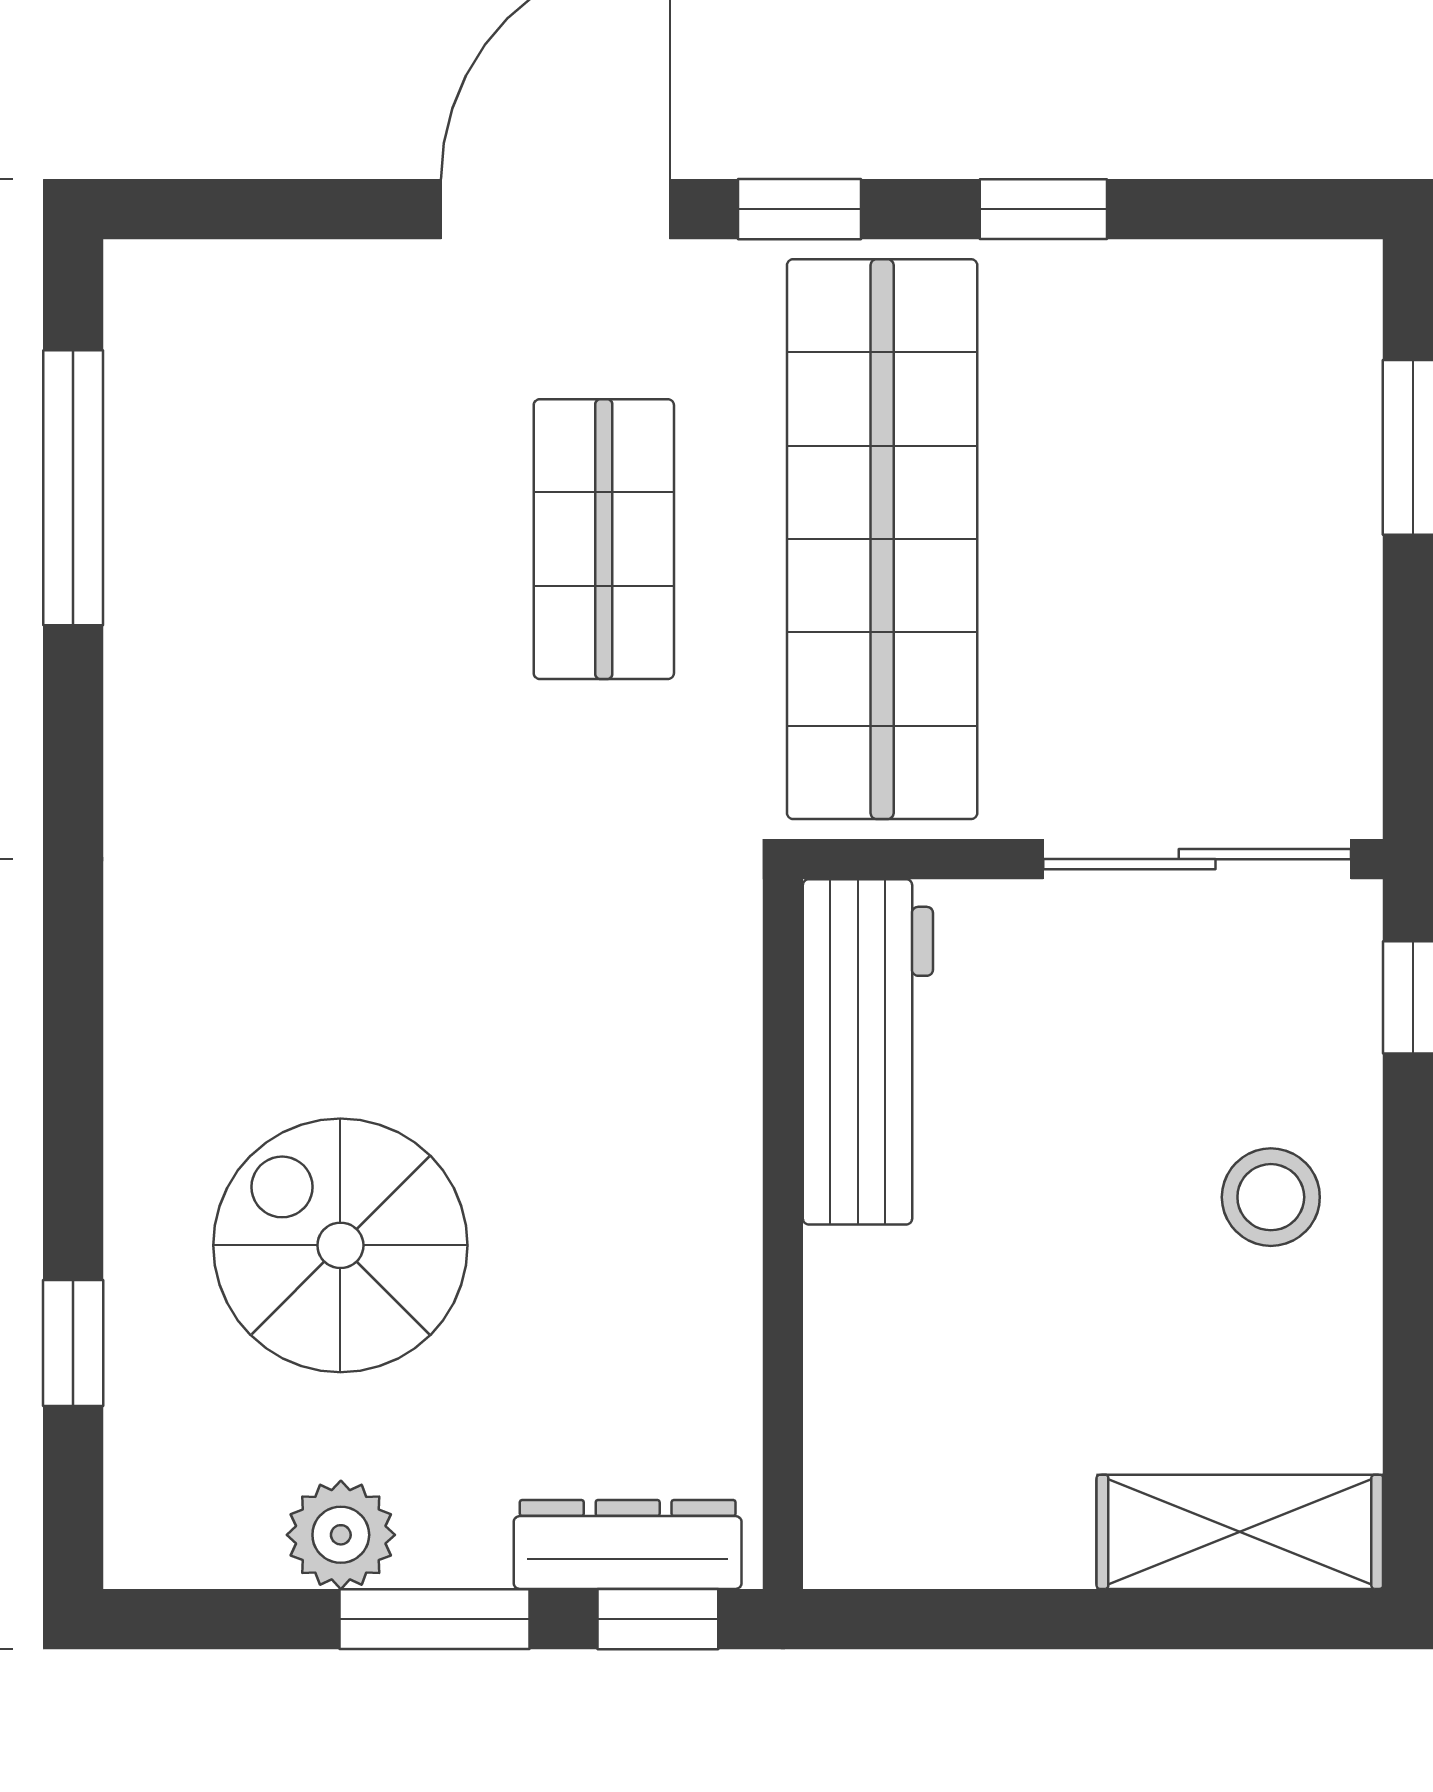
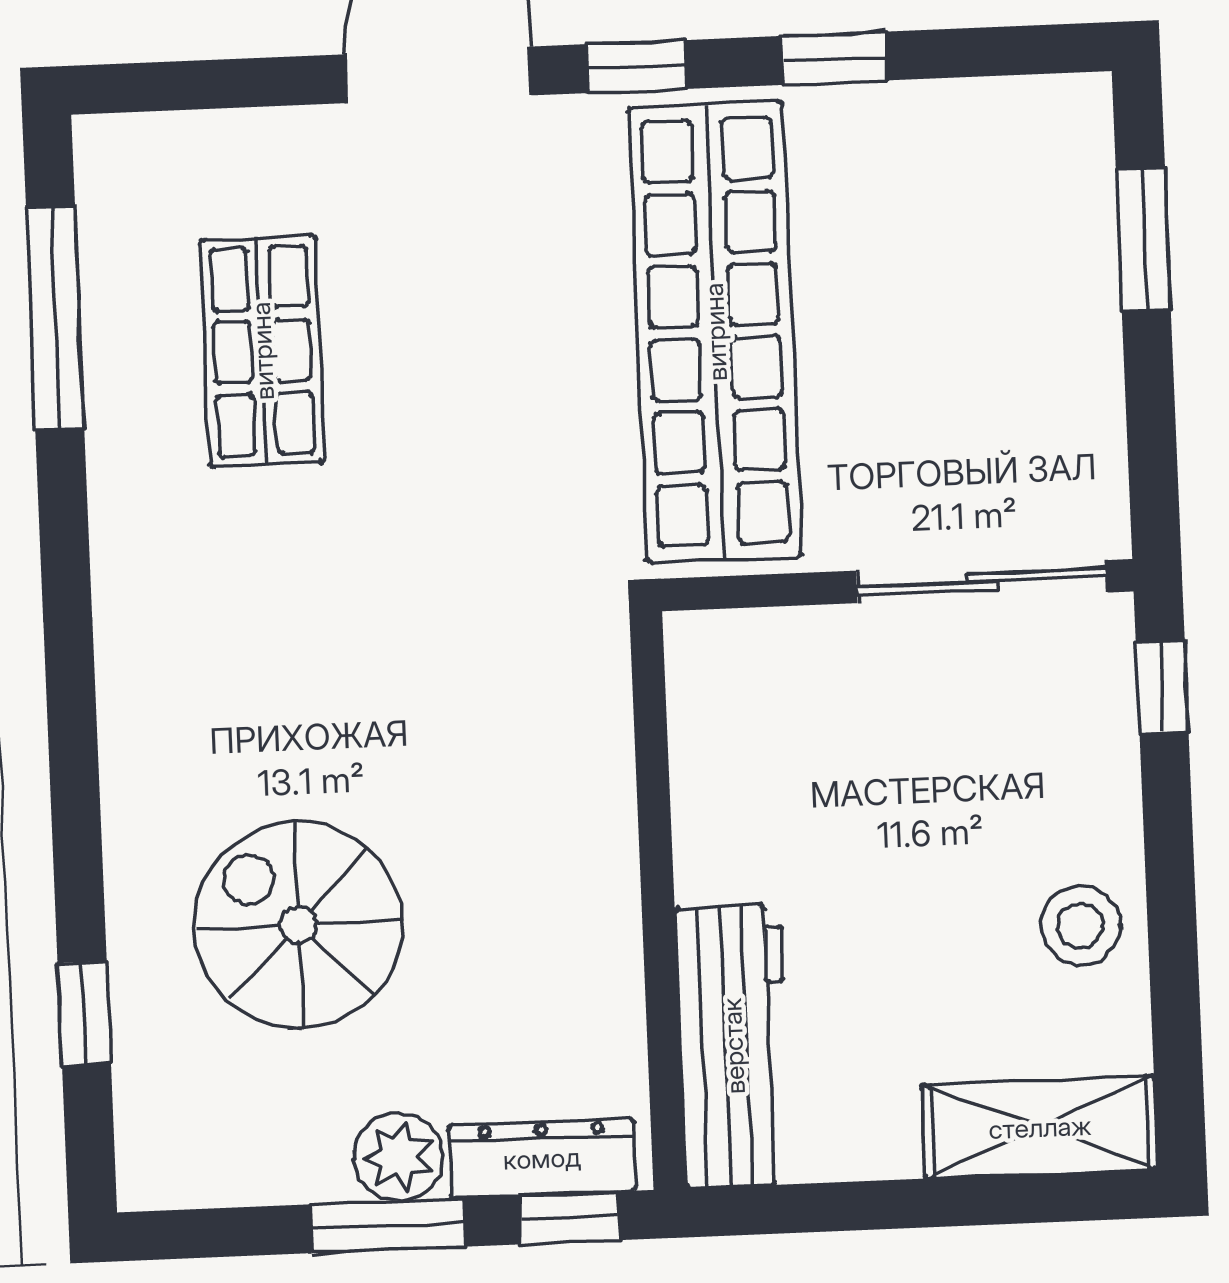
shop shelf: (604, 539) -> (262, 351), moved
workbench: (868, 1052) -> (733, 1046), moved
stool: (1271, 1197) -> (1080, 926), moved
plant: (341, 1535) -> (399, 1156), moved

